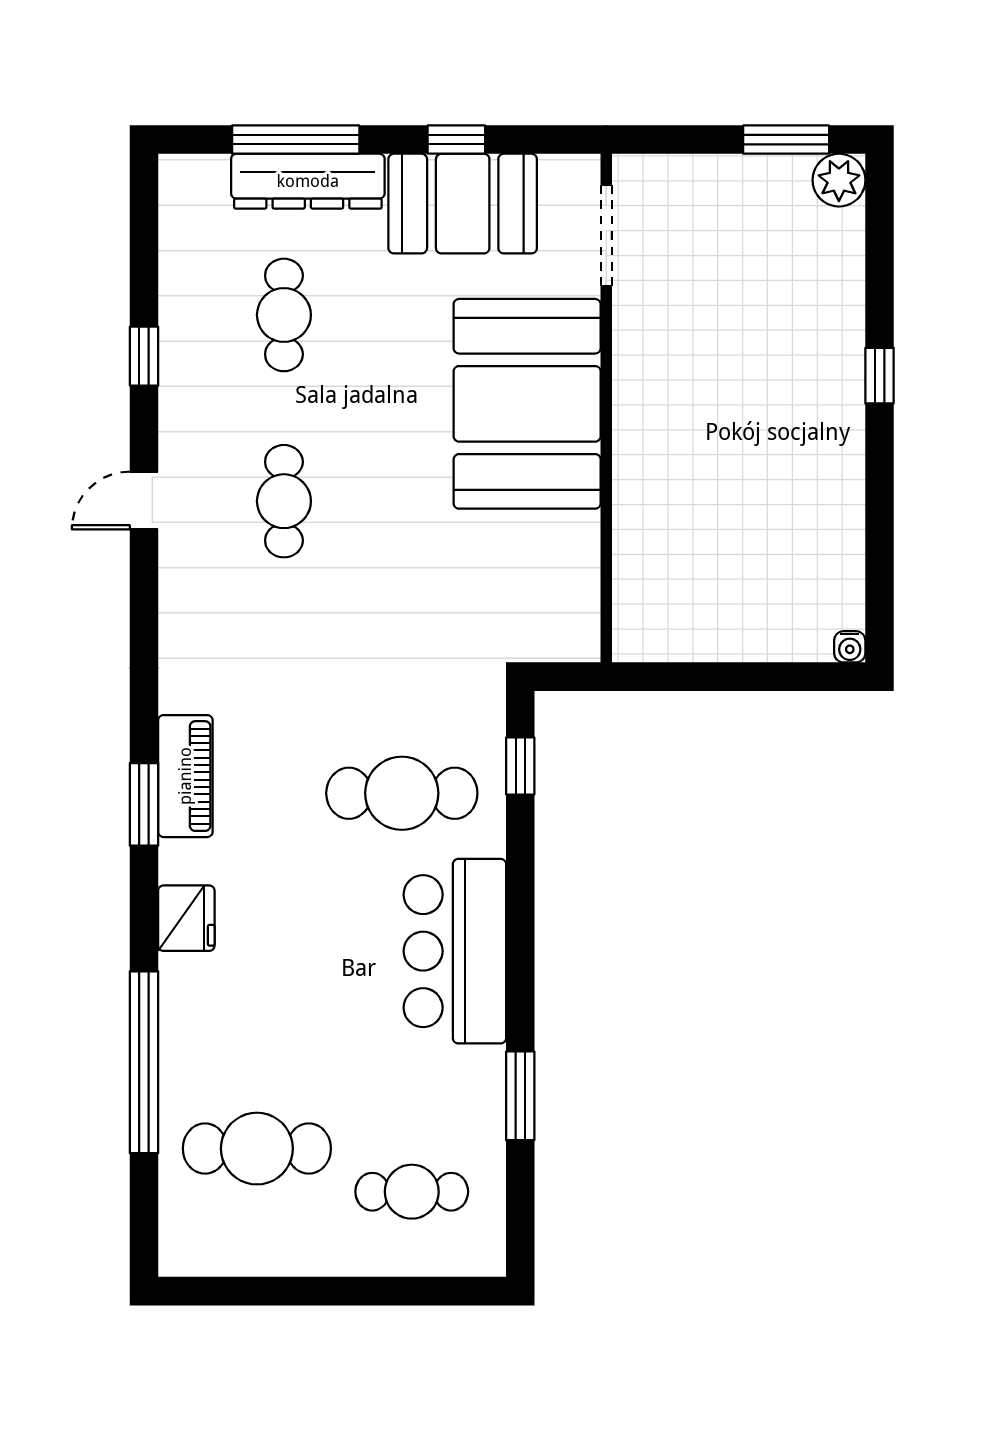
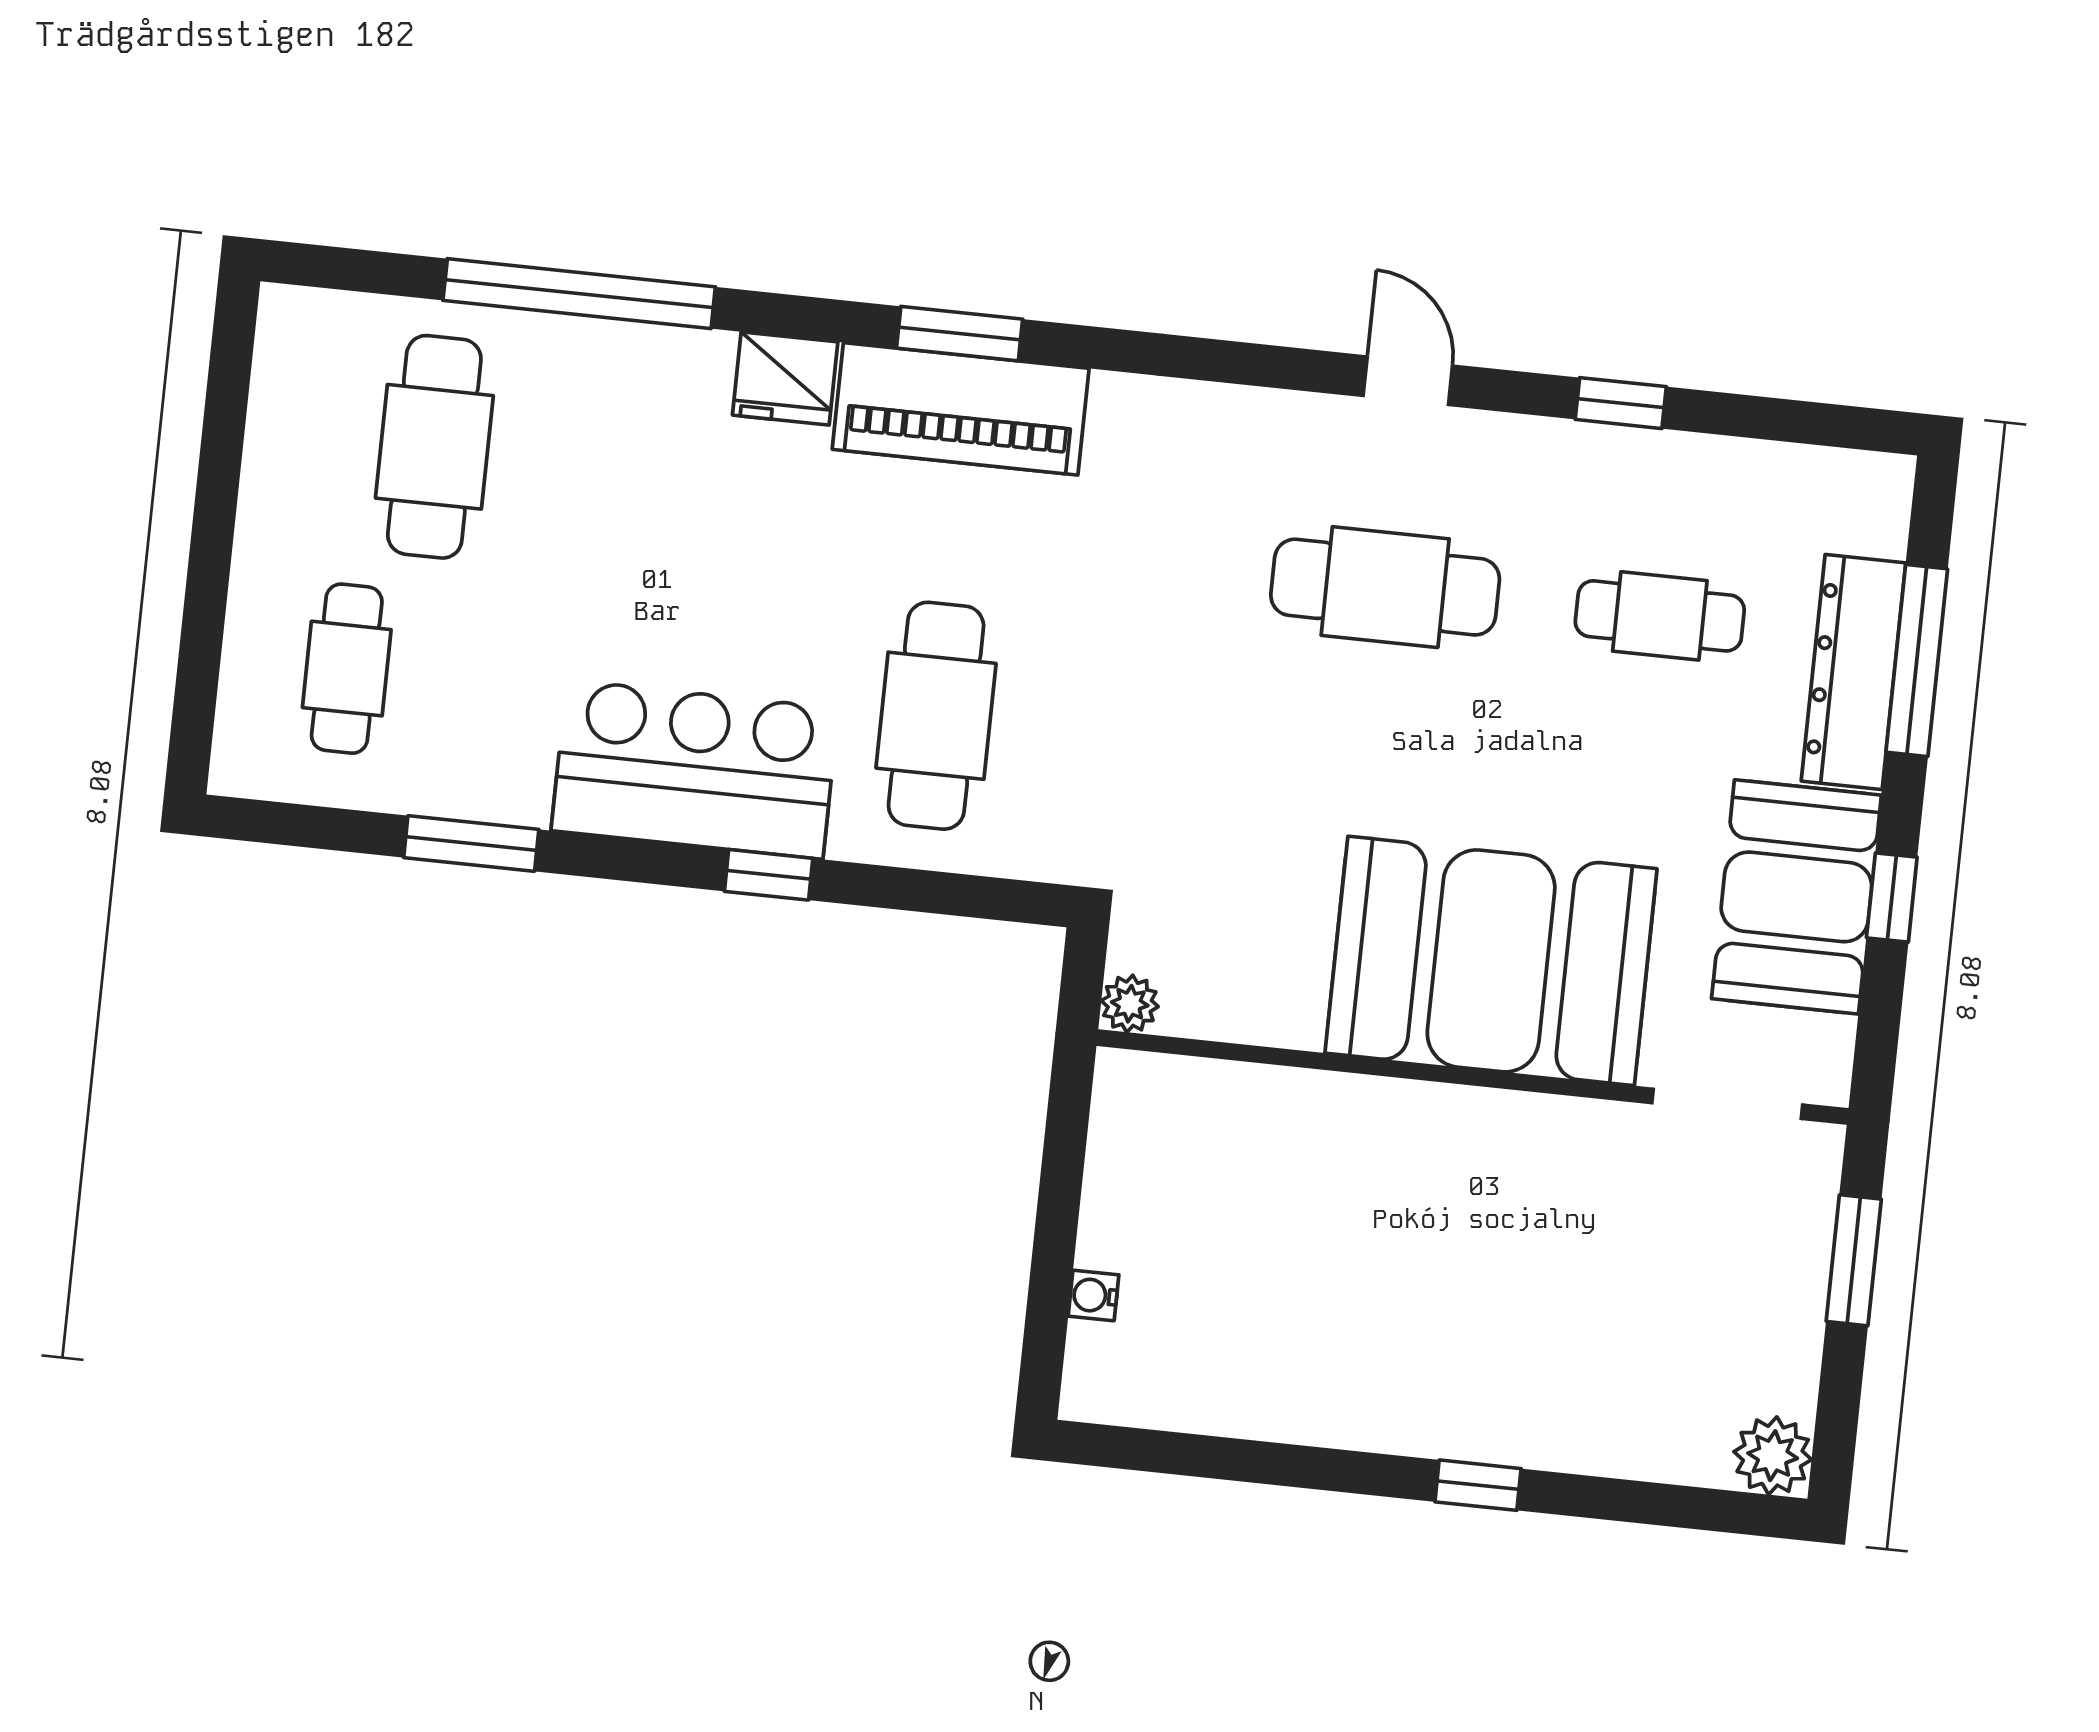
window: (786, 140) -> (1854, 1260), moved
cafe table: (284, 501) -> (1385, 587), width x1.37, depth x1.35
plant: (581, 643) -> (1130, 1004), added
water cooler: (850, 647) -> (1093, 1295), moved
window: (520, 766) -> (769, 875), moved
piano: (185, 776) -> (961, 409), width x1.37, depth x1.33

